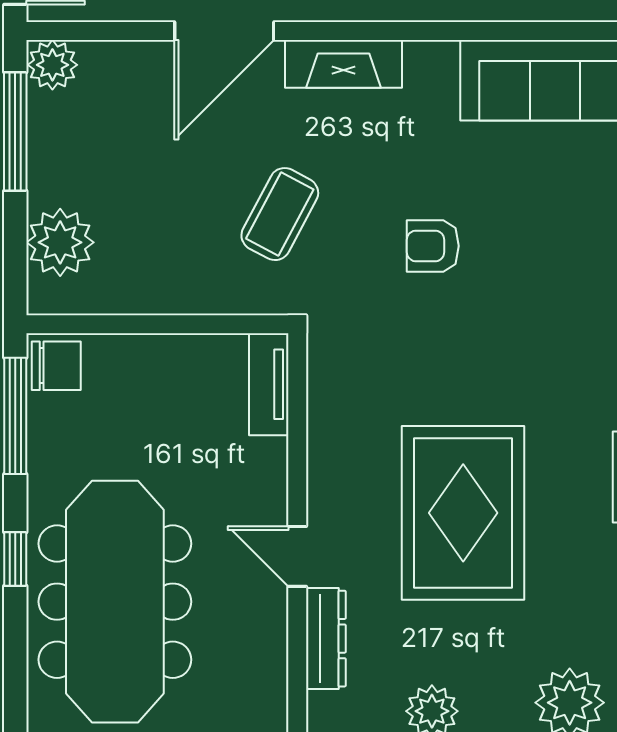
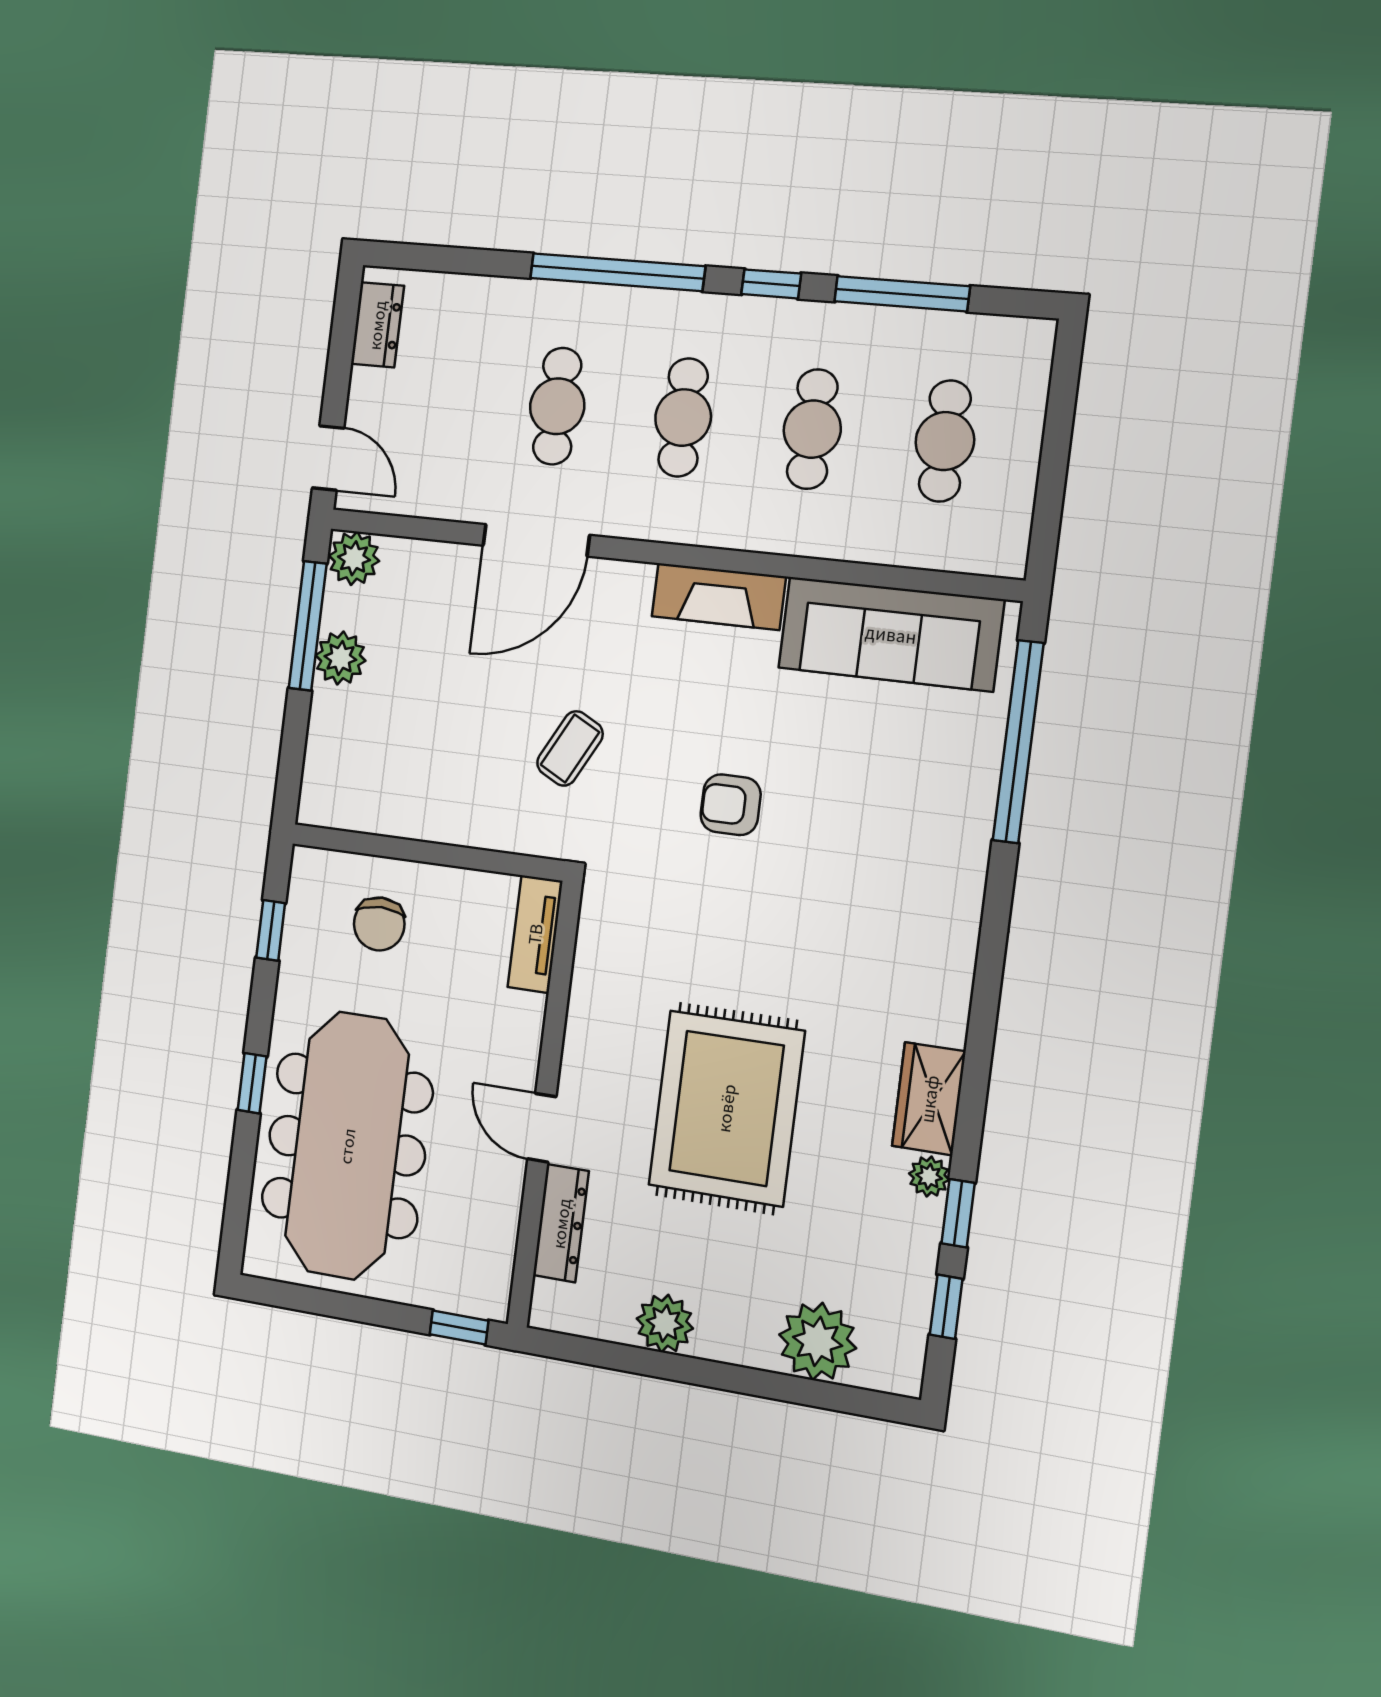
fireplace: (343, 64) -> (719, 596), moved
coffee table: (280, 214) -> (570, 748), width x0.73, depth x0.77
plant: (60, 242) -> (340, 658), moved, width x0.73, depth x0.73
chair: (56, 366) -> (379, 924), moved, turned 90
window: (15, 416) -> (271, 930), width x0.46

